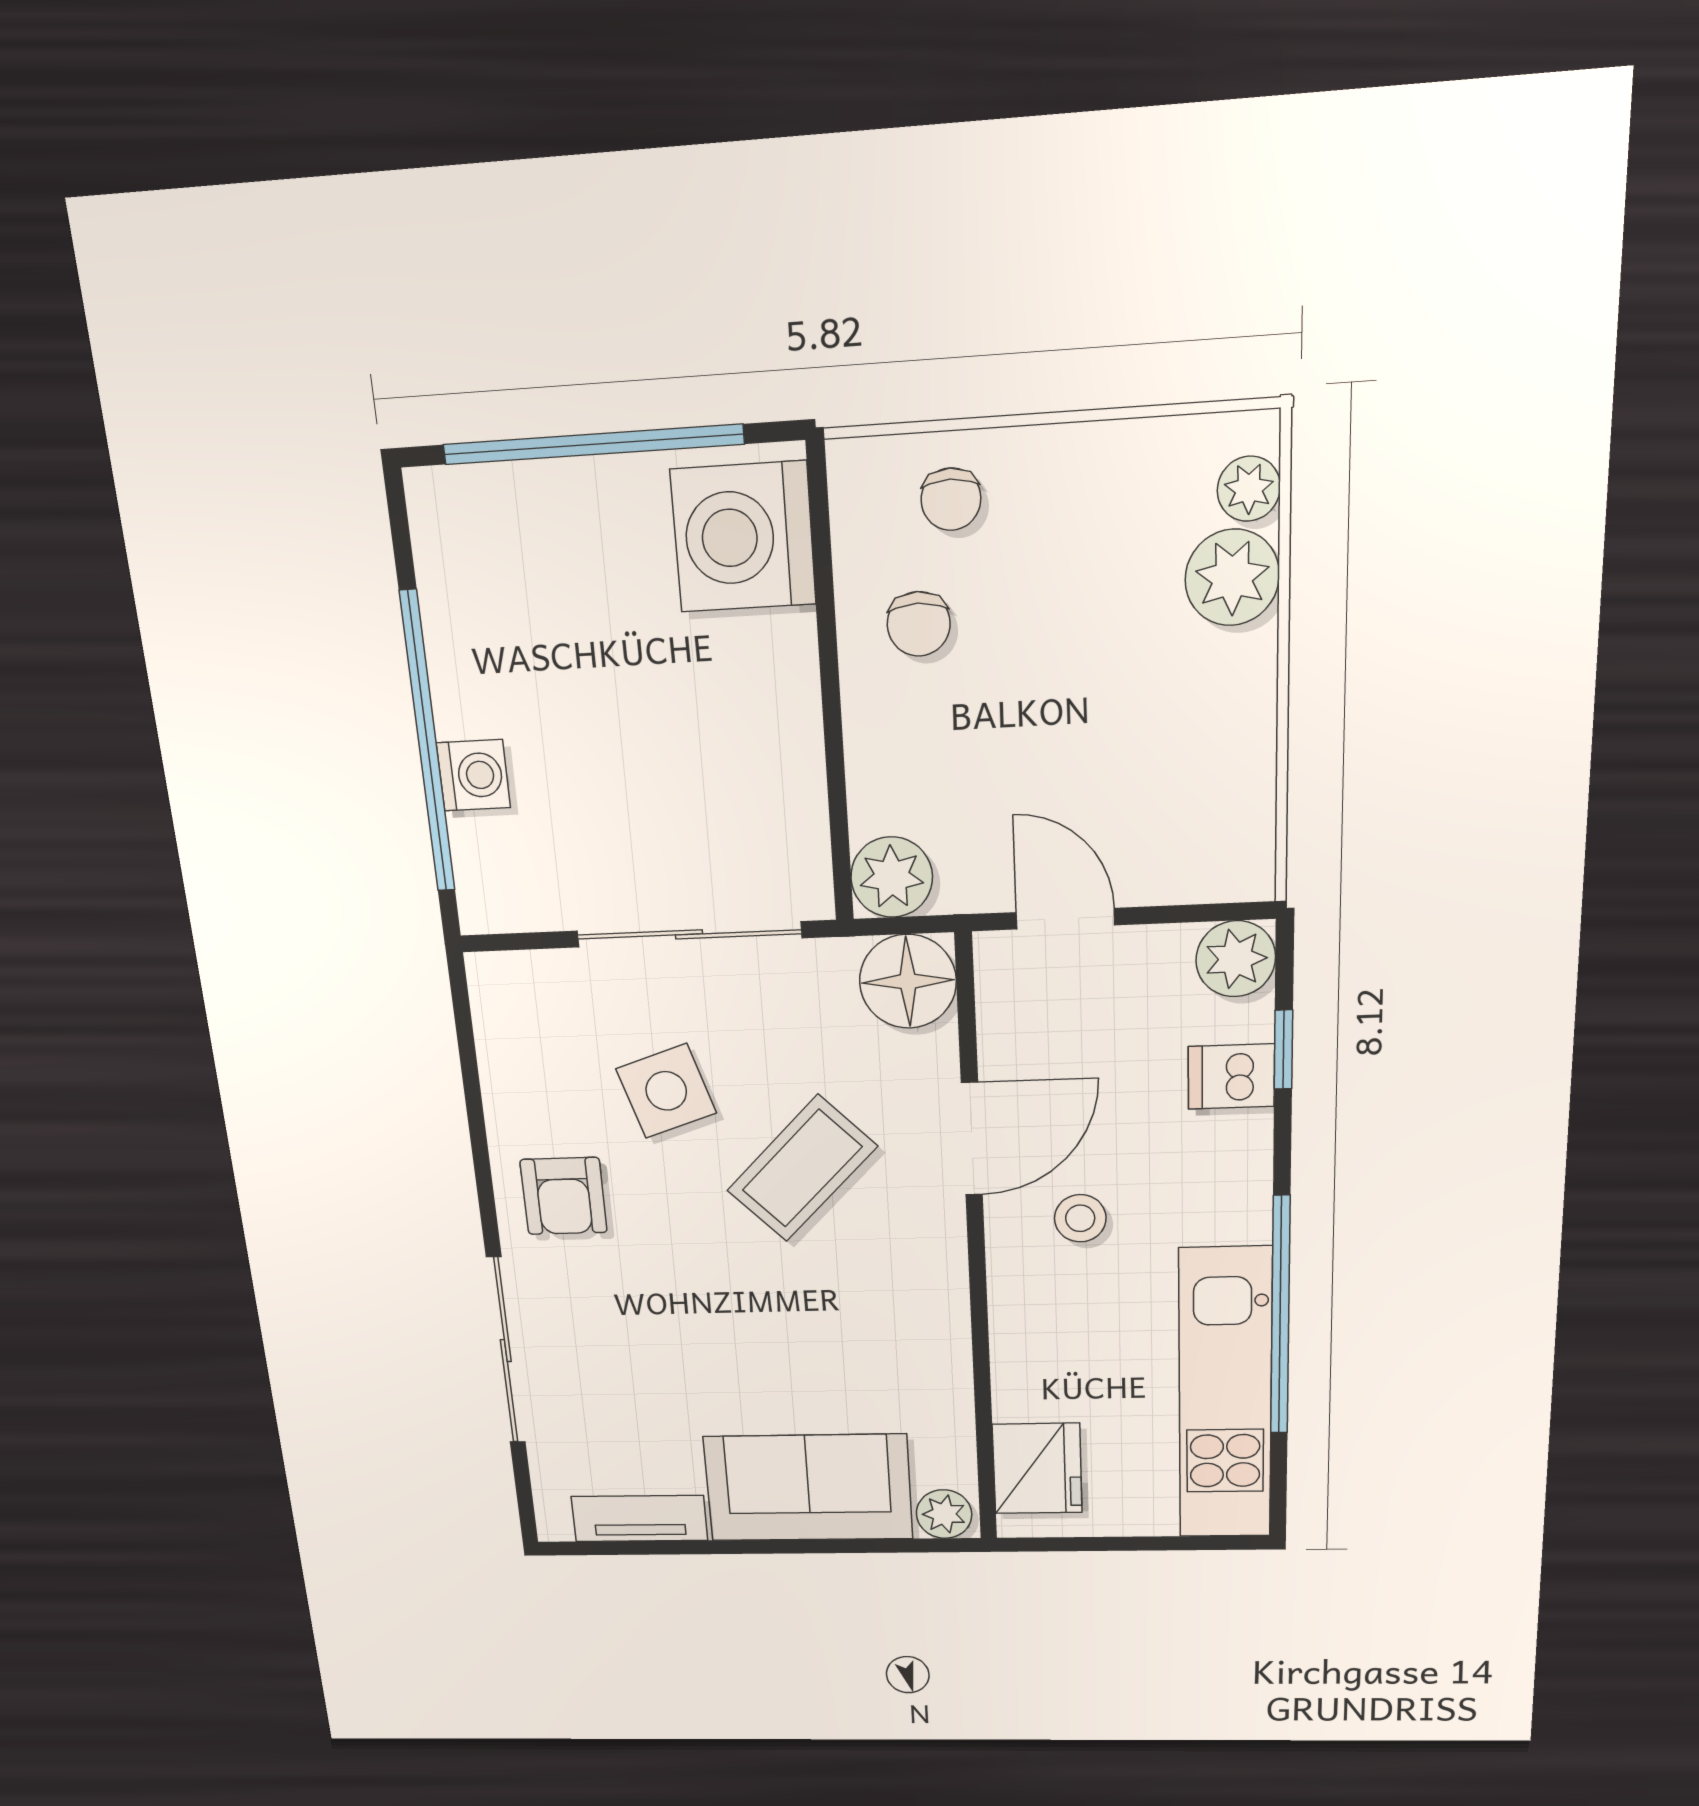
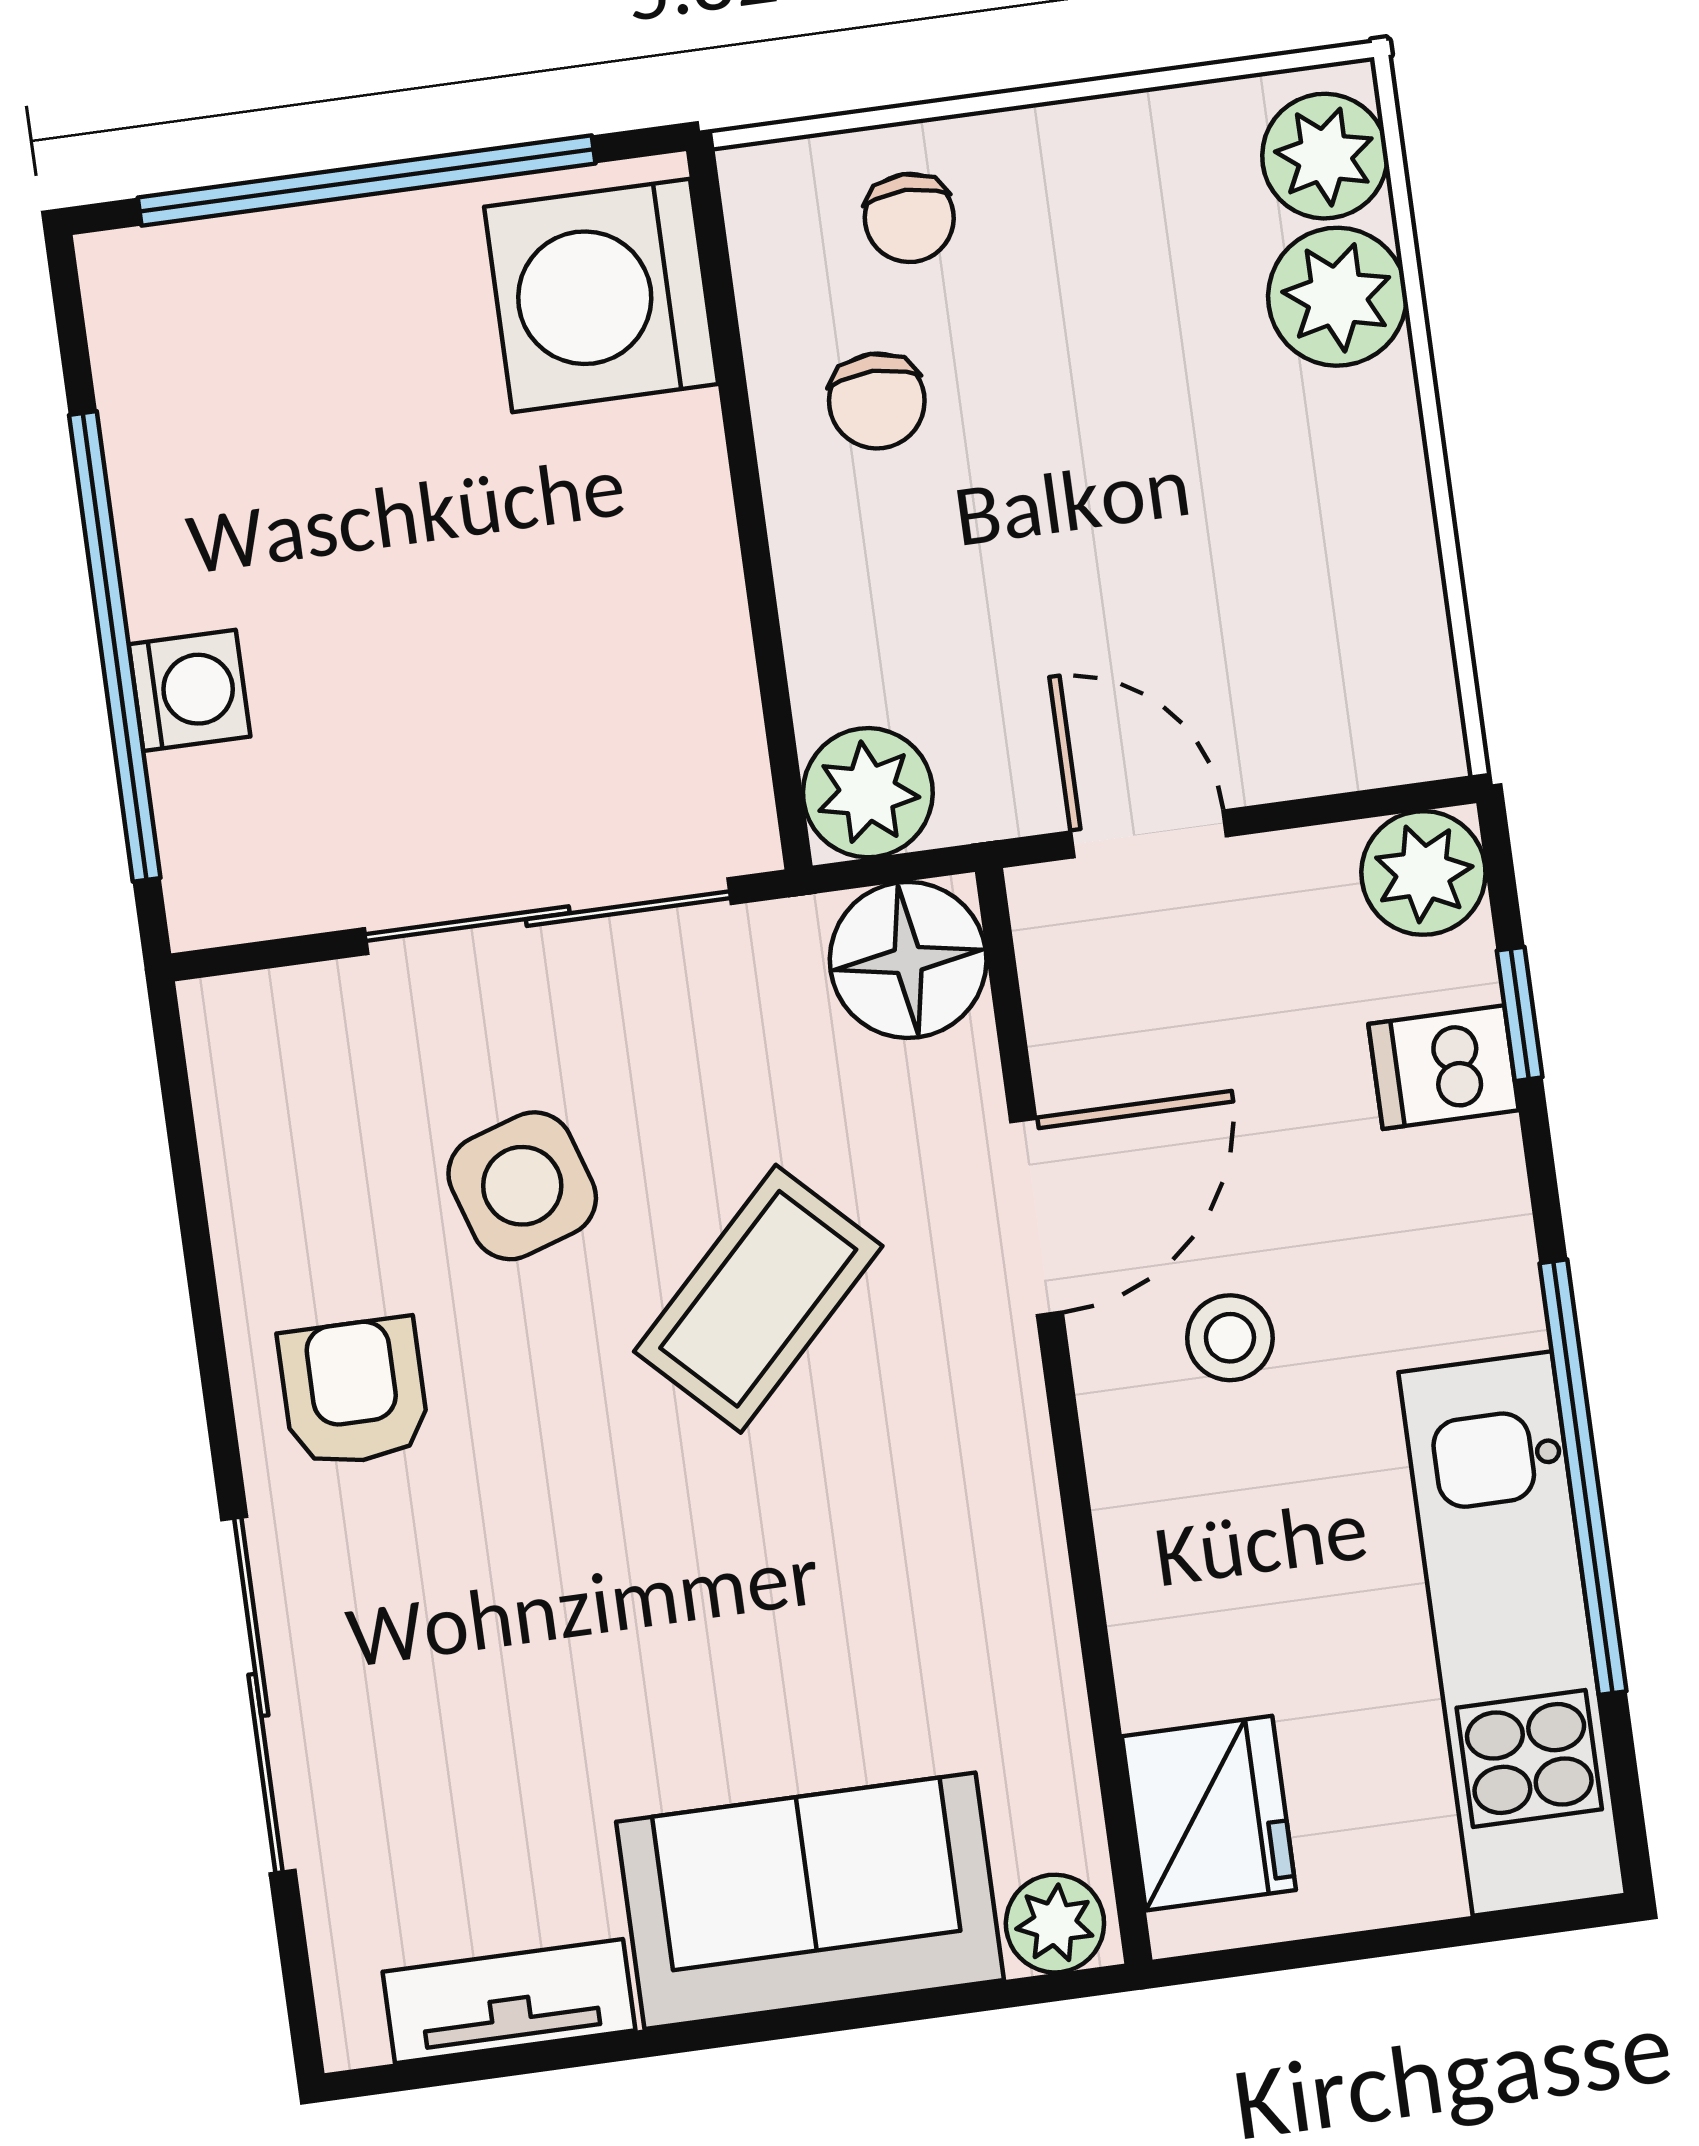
plant: (1249, 489) -> (1325, 156), width x1.38, depth x1.38
armchair: (564, 1196) -> (354, 1392), turned 180

